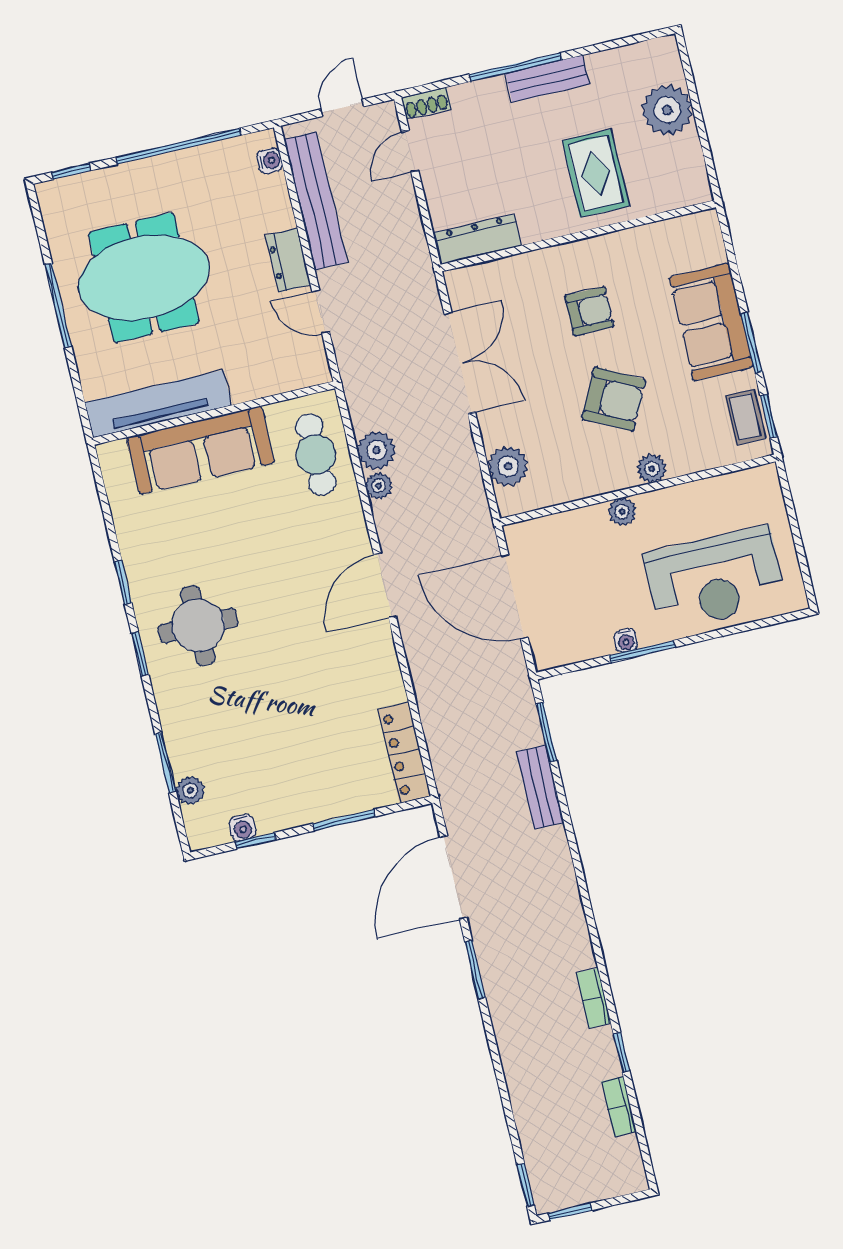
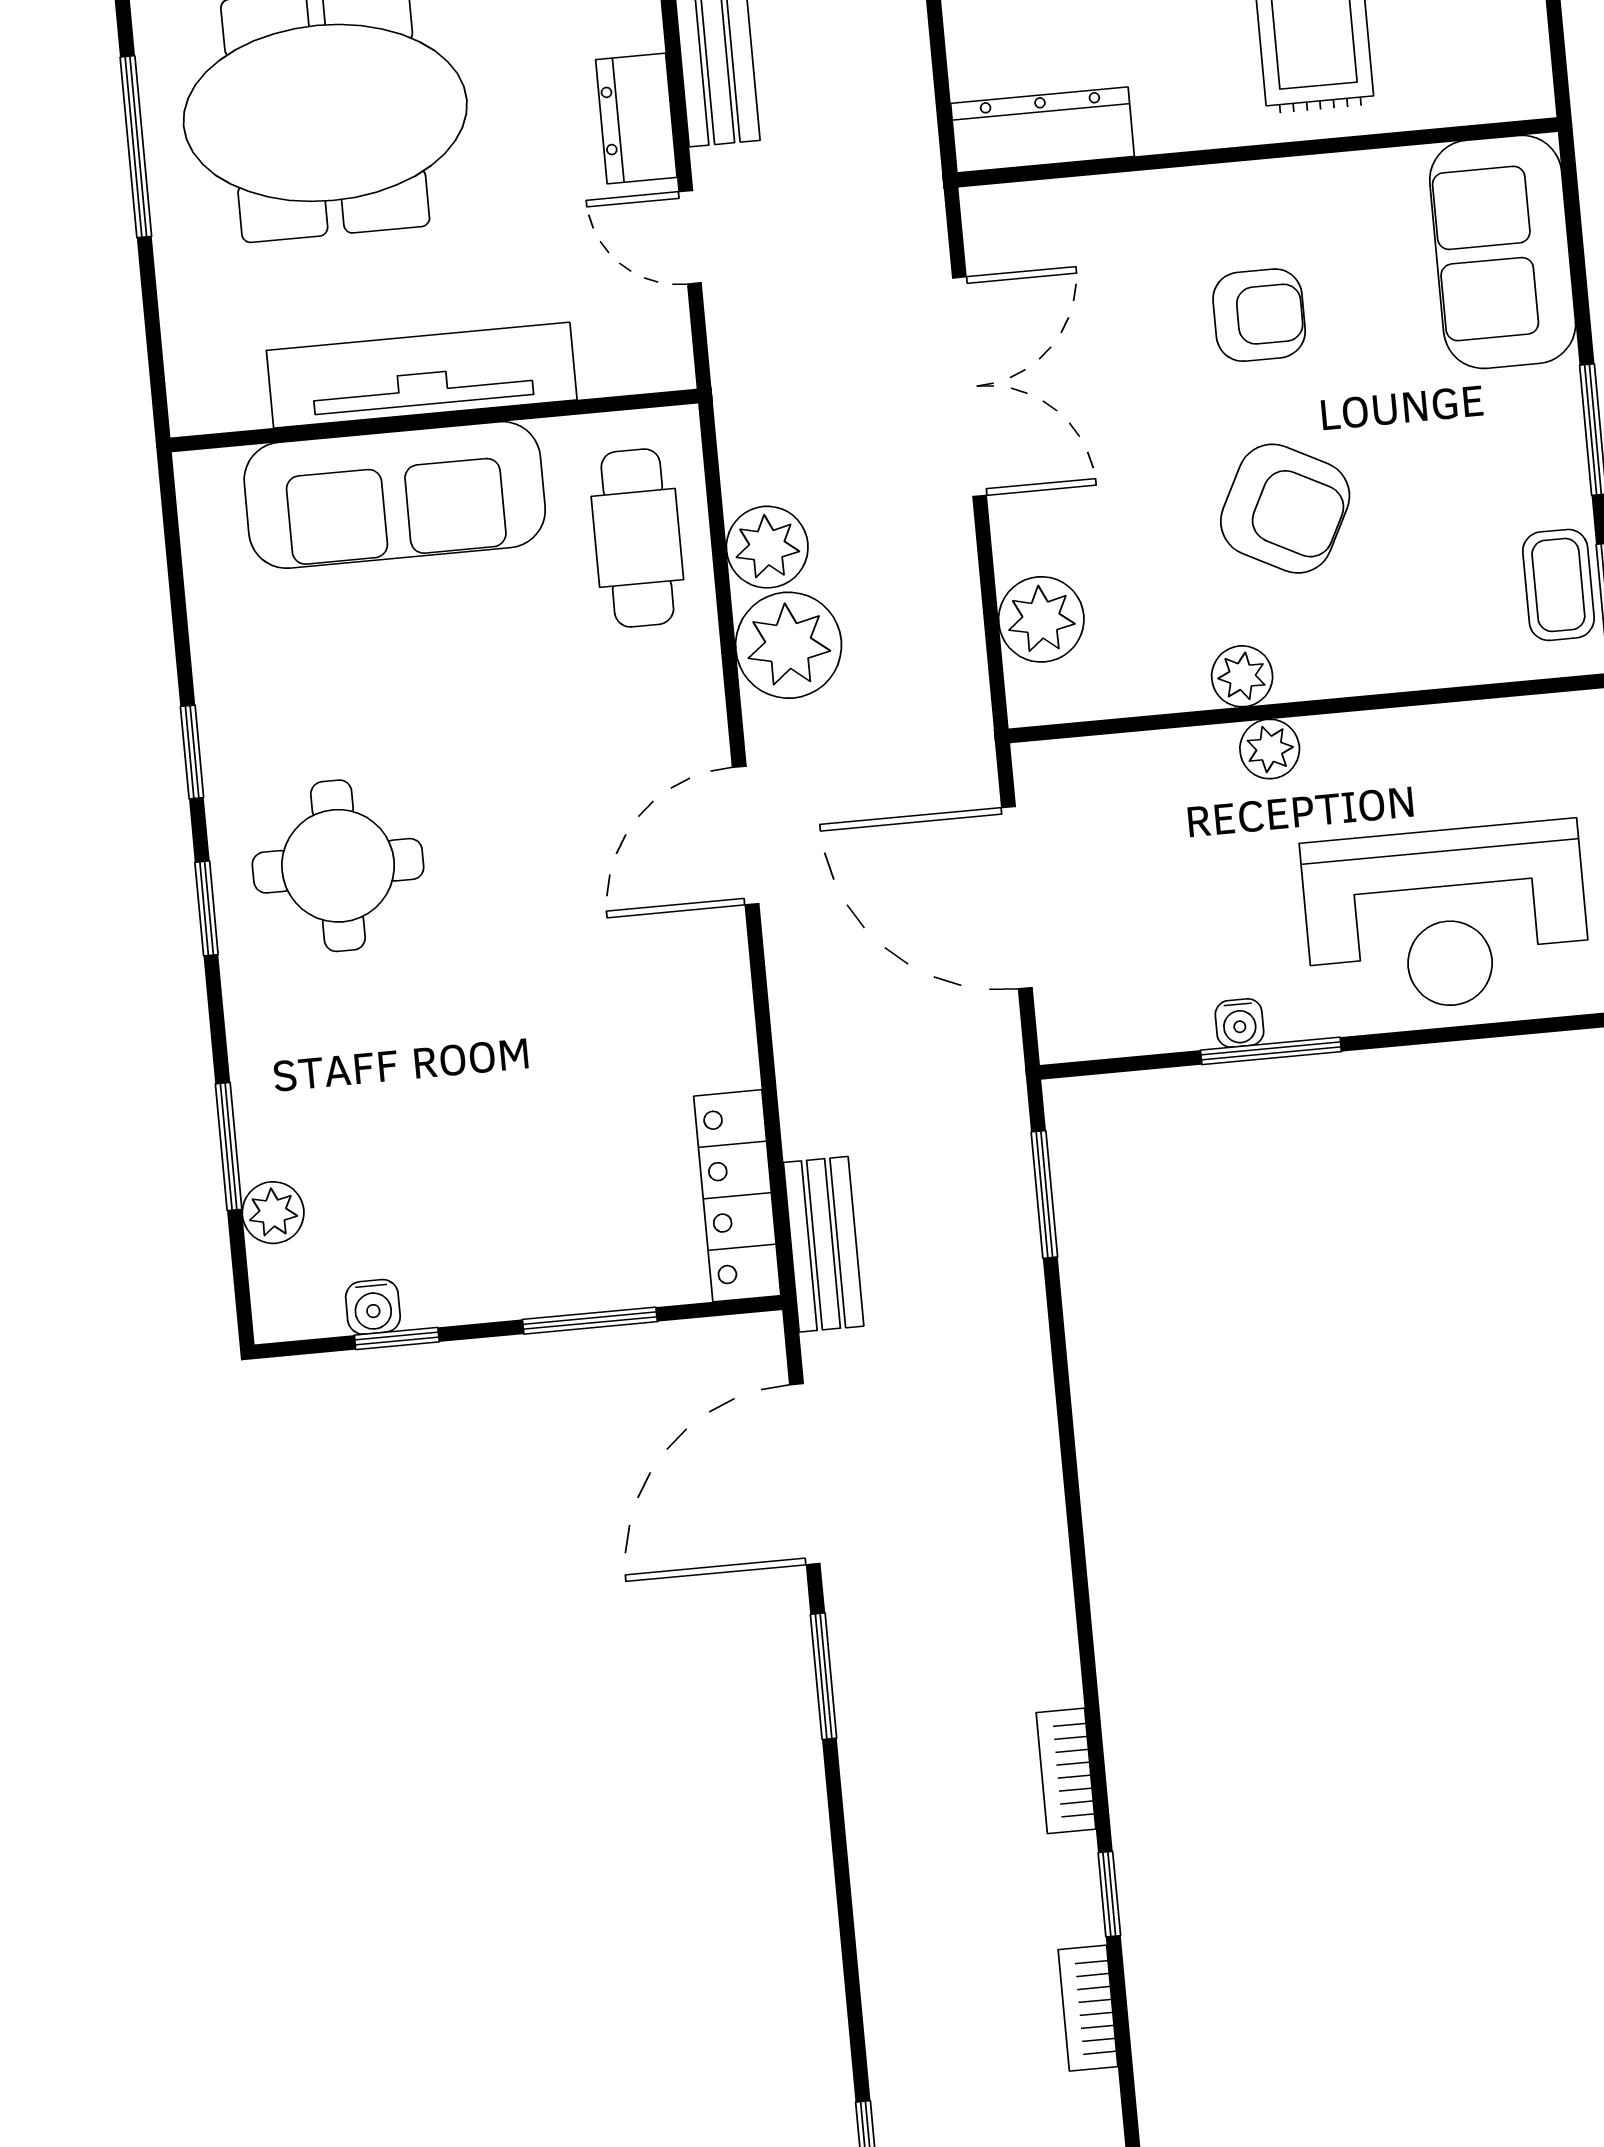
sofa: (711, 322) -> (1503, 252), moved
tv unit: (158, 404) -> (422, 375), moved
plant: (652, 469) -> (1242, 676), moved
plant: (379, 486) -> (789, 645), width x1.88, depth x1.88
bench: (540, 787) -> (824, 1244), moved

